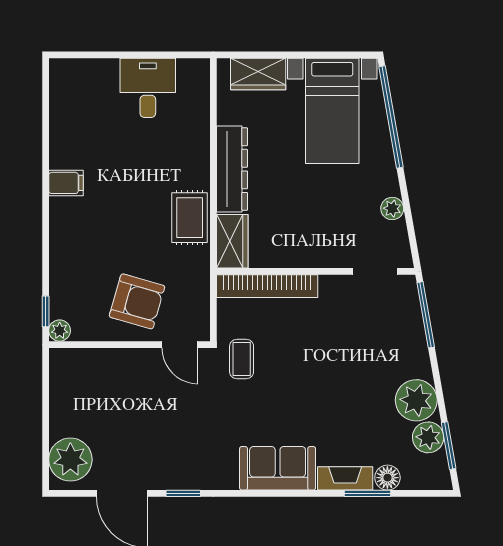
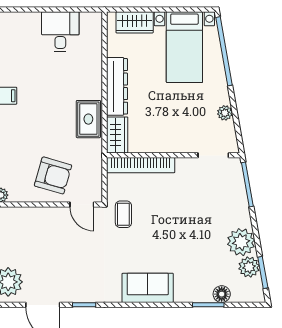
fireplace: (345, 478) -> (193, 295), removed

